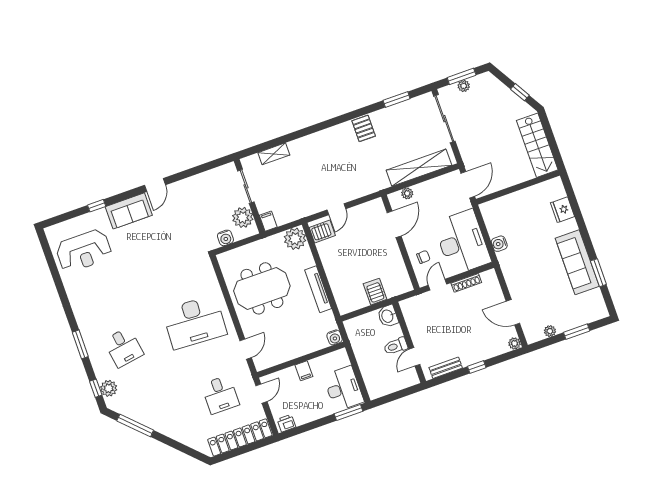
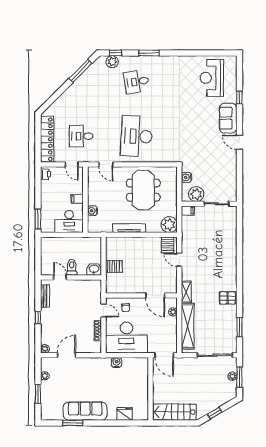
shelving: (274, 154) -> (186, 292), moved
water cooler: (335, 337) -> (92, 211), moved
desk: (343, 389) -> (69, 222), moved

